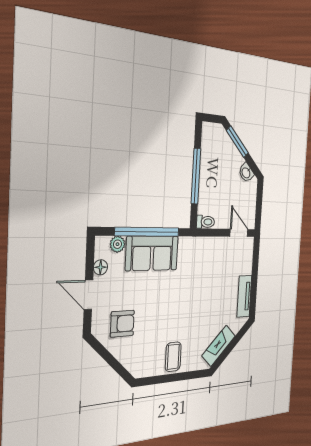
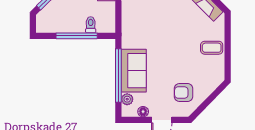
toilet: (206, 222) -> (91, 25), moved
armchair: (122, 324) -> (184, 92), turned -90

